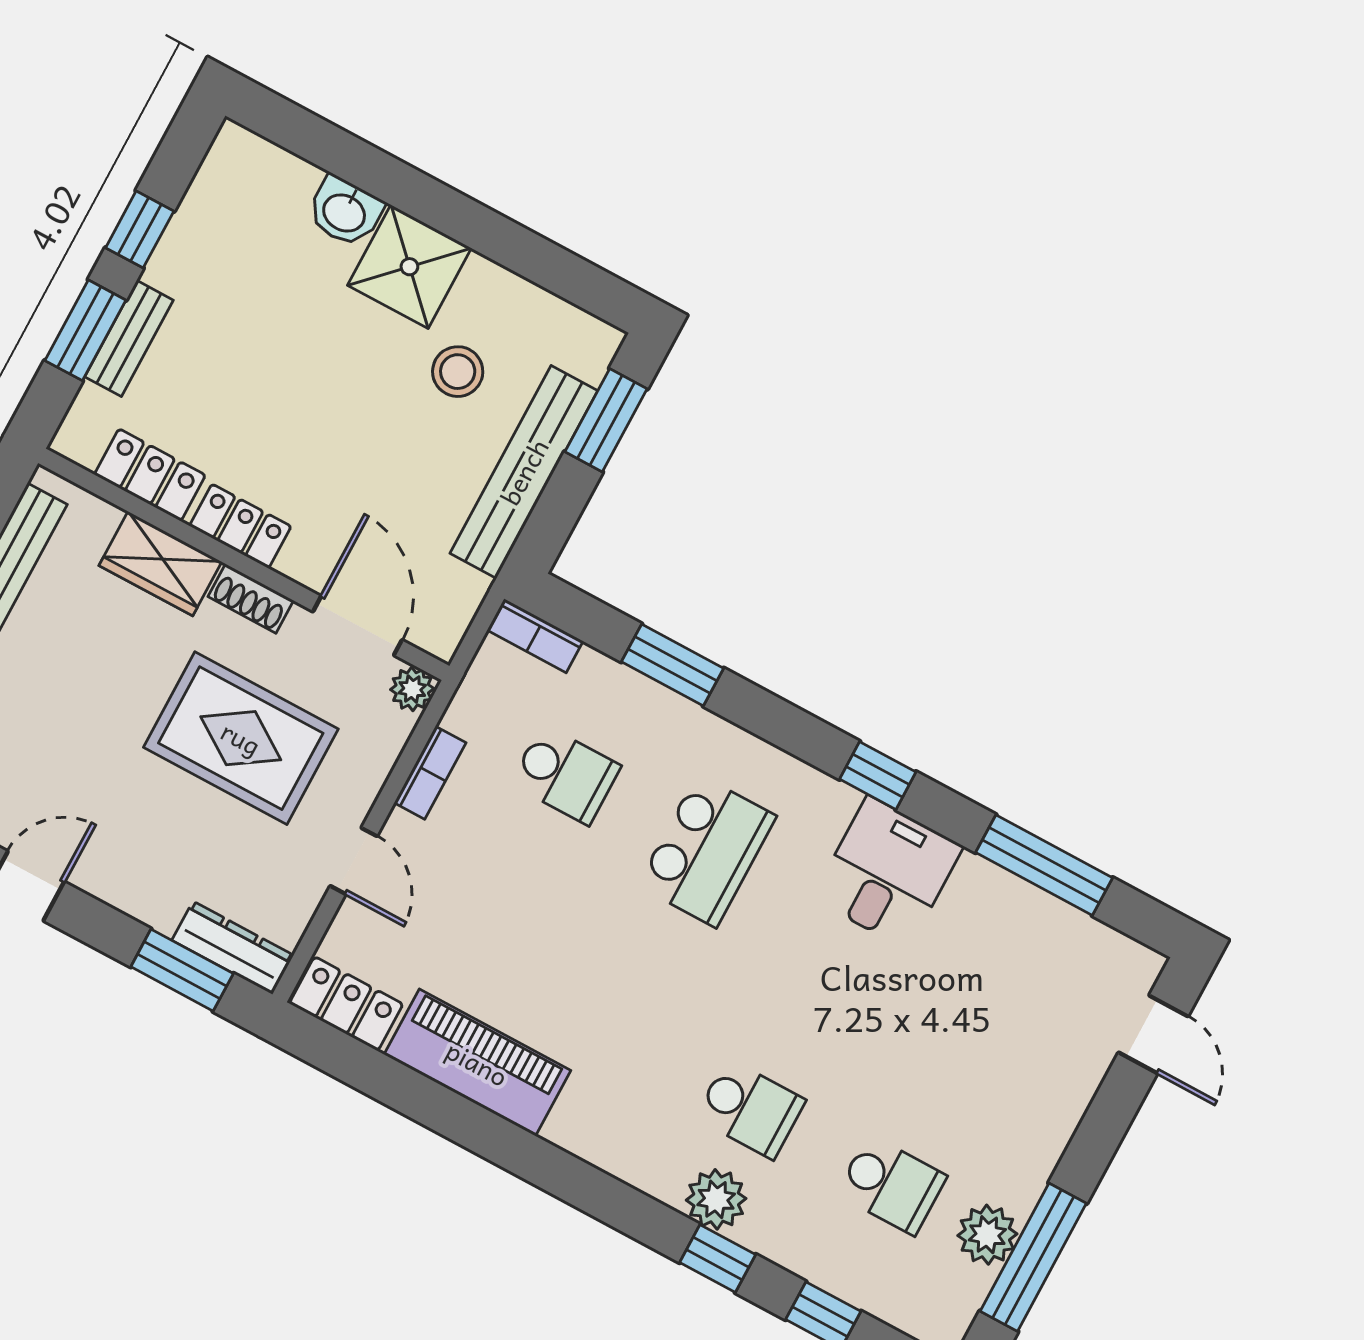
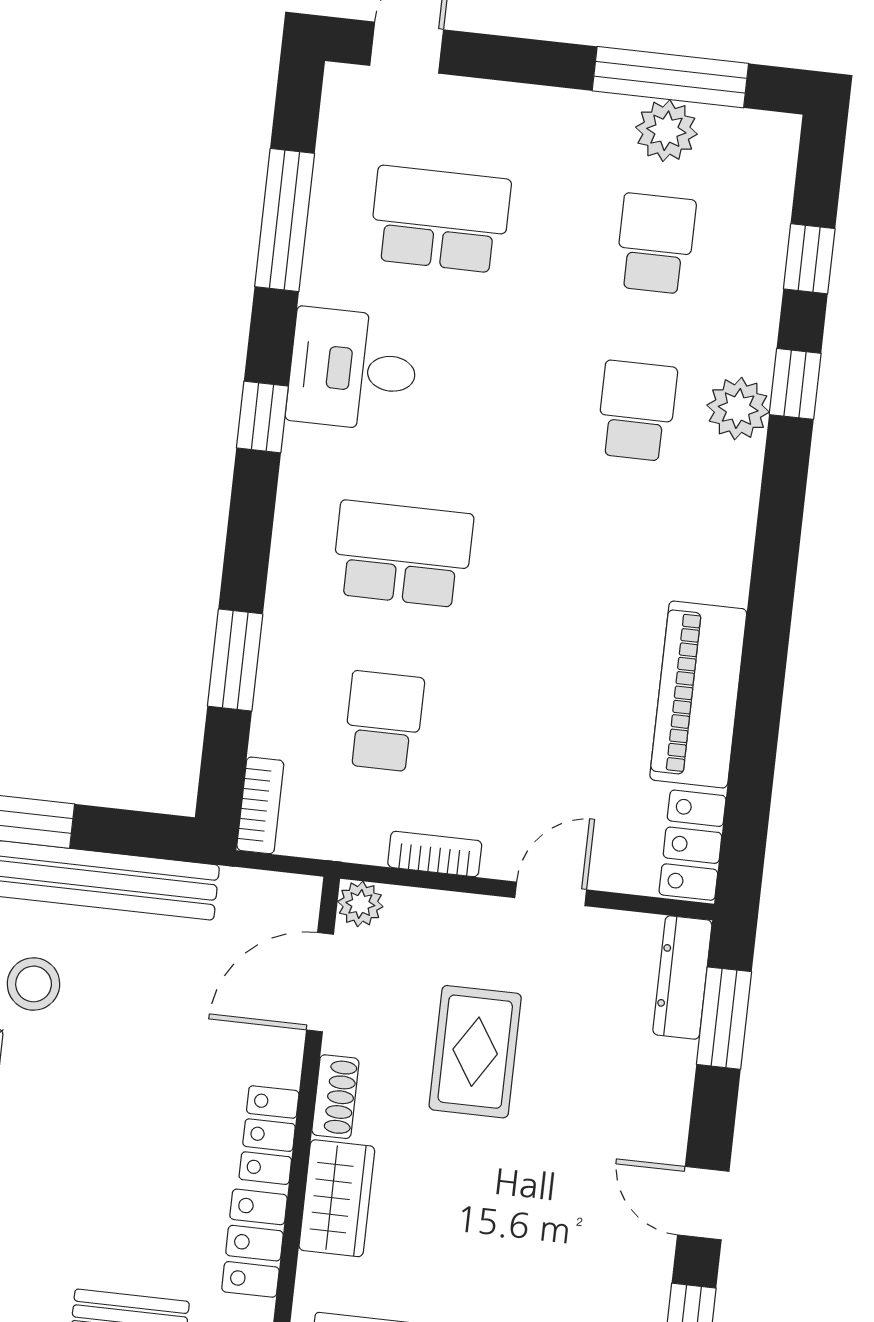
rug: (241, 738) -> (475, 1052), width x0.73, depth x0.70
school desk: (989, 1003) -> (440, 219), added

